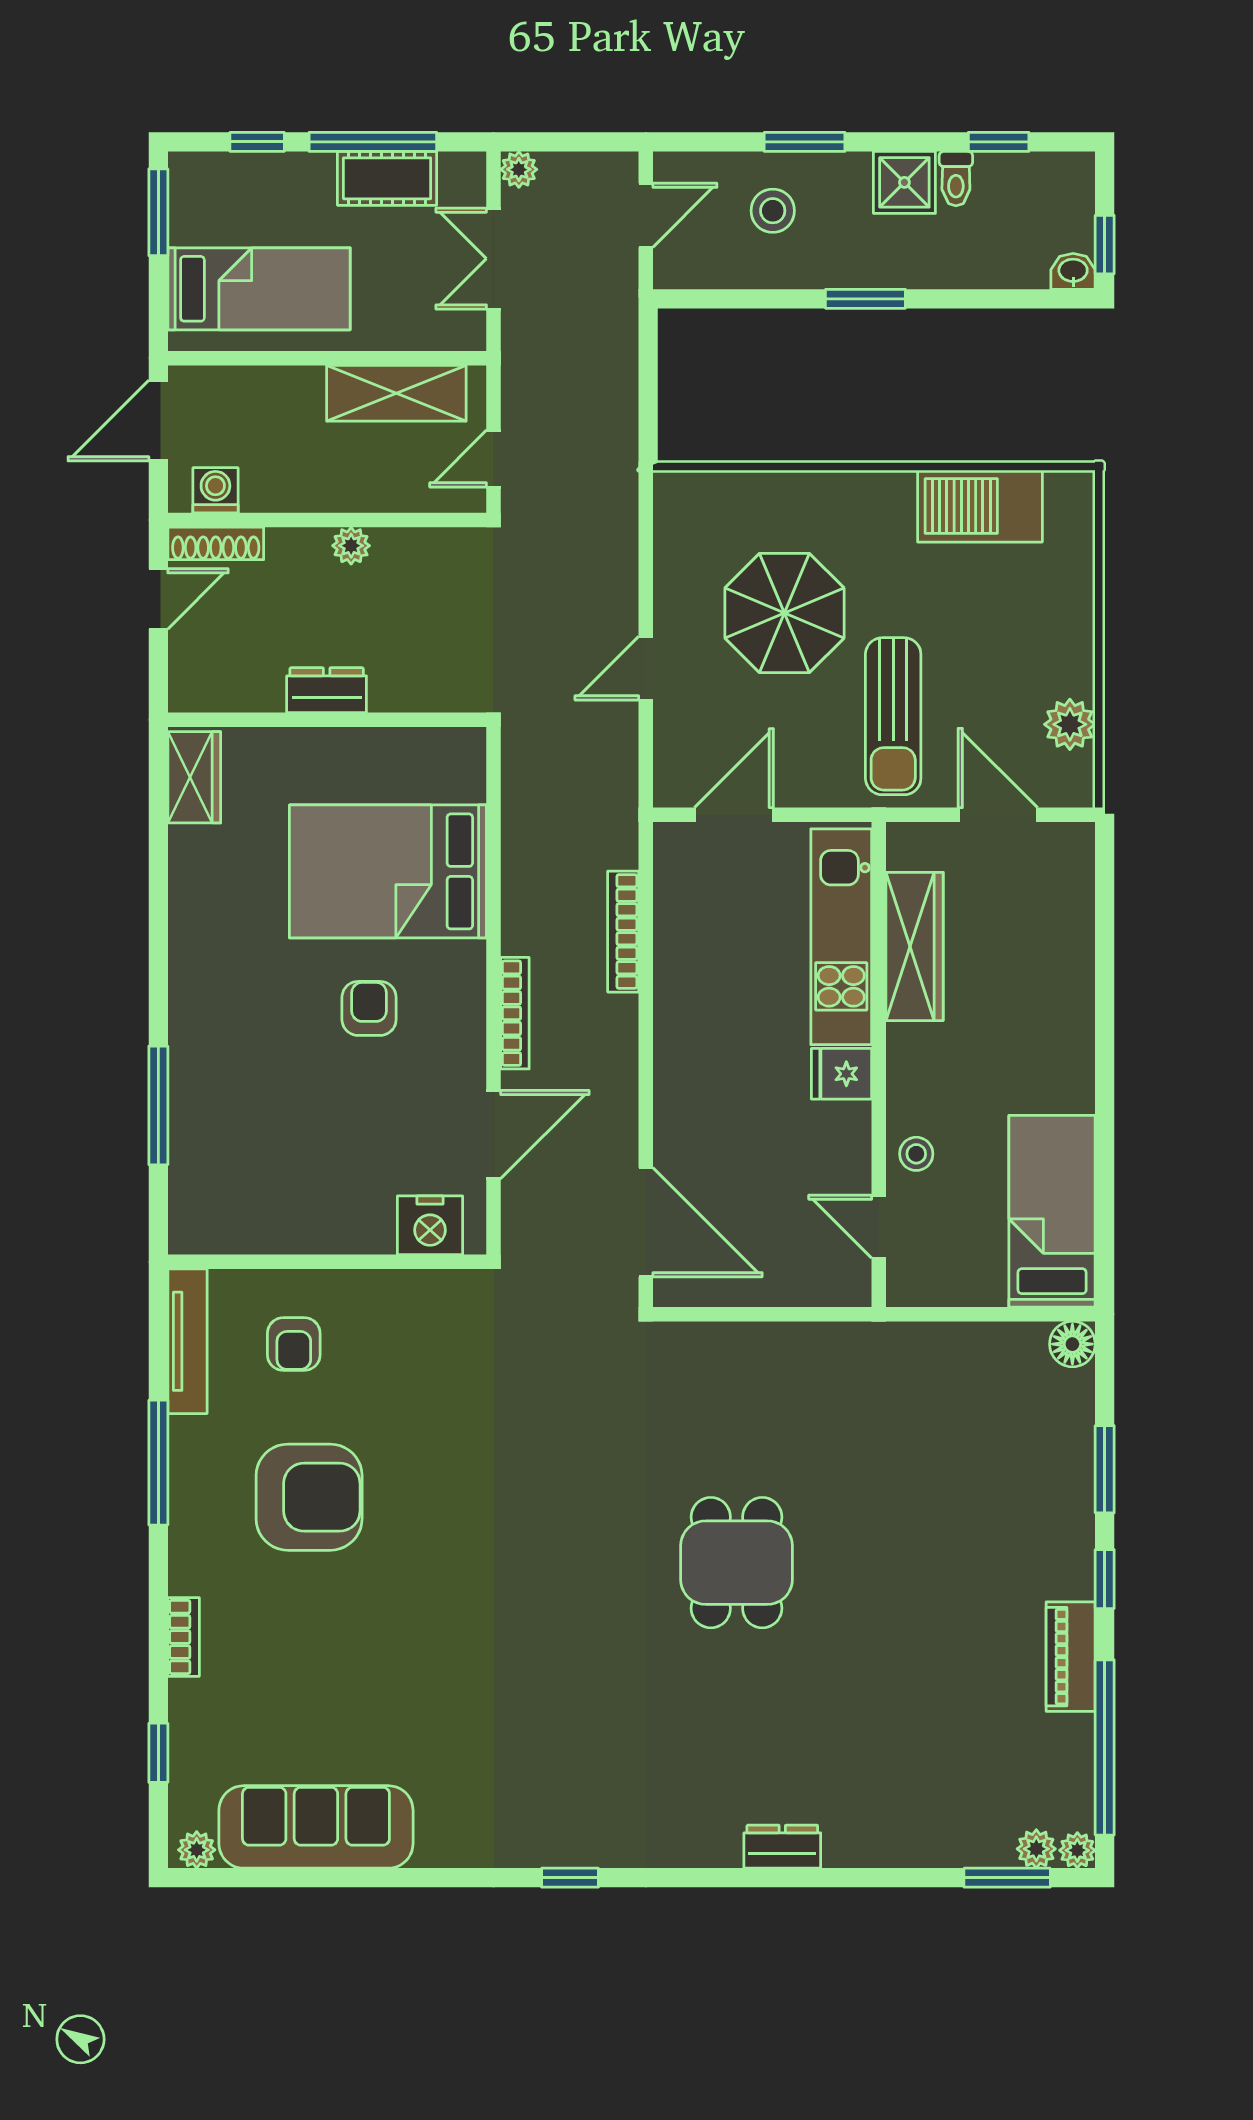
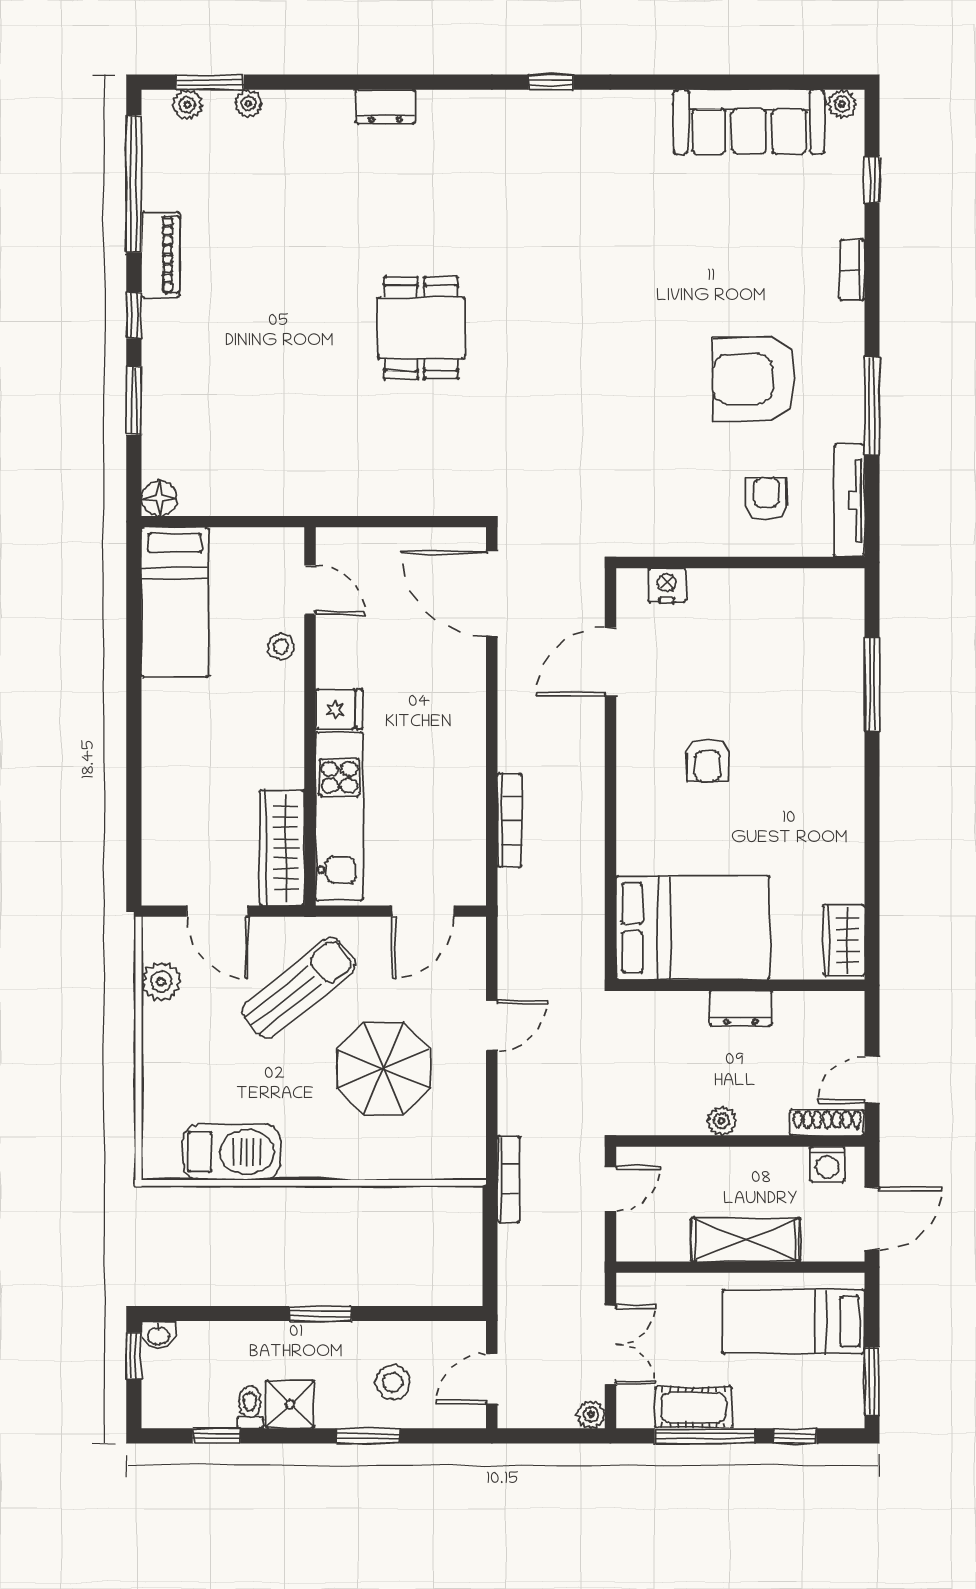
shelving: (396, 393) -> (745, 1240), moved
sun lounger: (893, 716) -> (299, 988), turned 51
bed: (388, 871) -> (693, 928), moved
wardrobe: (915, 946) -> (282, 848), moved
bookcase: (515, 1013) -> (508, 1179), moved, turned 180
nightstand: (430, 1225) -> (667, 585), width x0.74, depth x0.75
plant: (1077, 1850) -> (248, 104), moved

